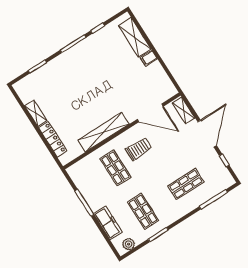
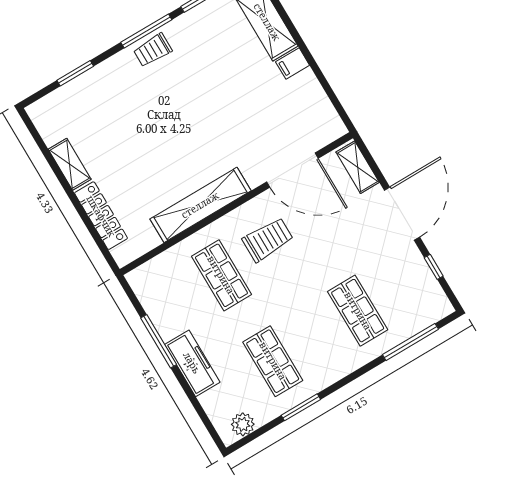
trolley: (77, 53) -> (153, 50), added
shop shelf: (186, 184) -> (358, 311), turned 90
freezer: (108, 223) -> (192, 363), moved

